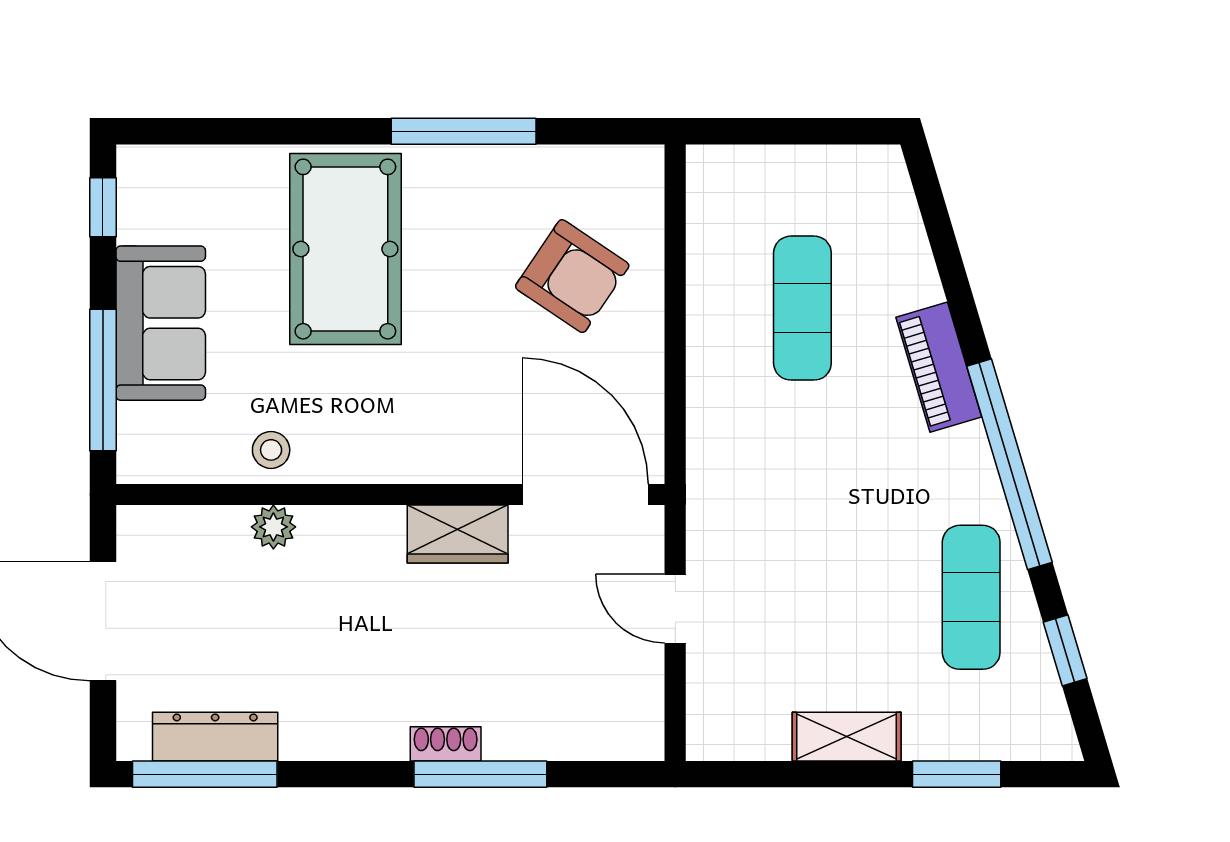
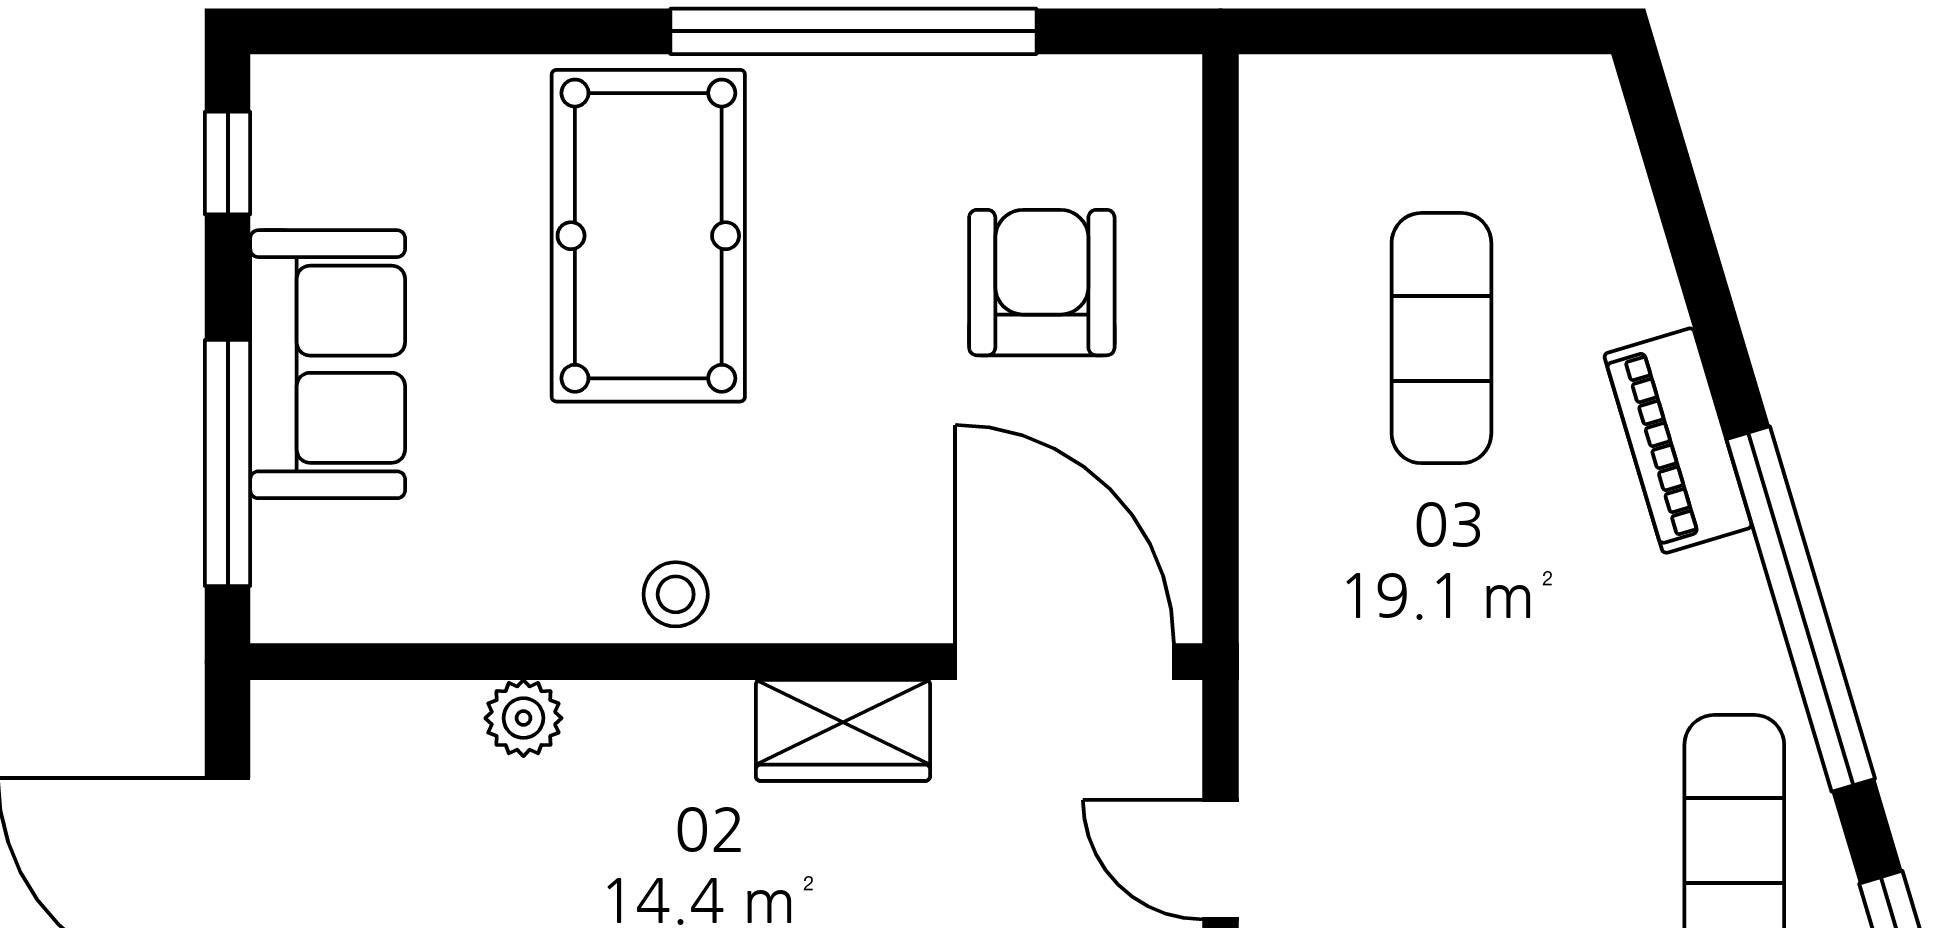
window: (464, 131) -> (853, 31), width x1.46
armchair: (572, 276) -> (1042, 283), turned -124
stool: (271, 450) -> (676, 594), moved

